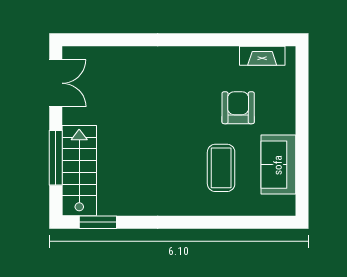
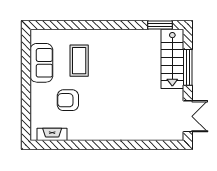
double door: (56, 83) -> (188, 116), swing flipped
armchair: (238, 108) -> (68, 100), turned 90

